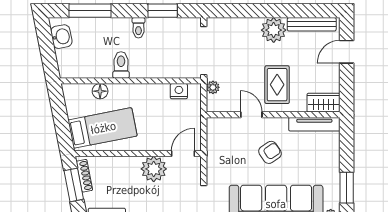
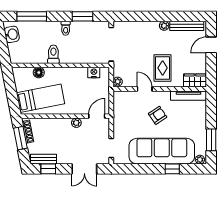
plant: (274, 30) -> (164, 26), width x0.53, depth x0.53
plant: (213, 87) -> (118, 82), moved
plant: (154, 169) -> (76, 123), width x0.53, depth x0.53

